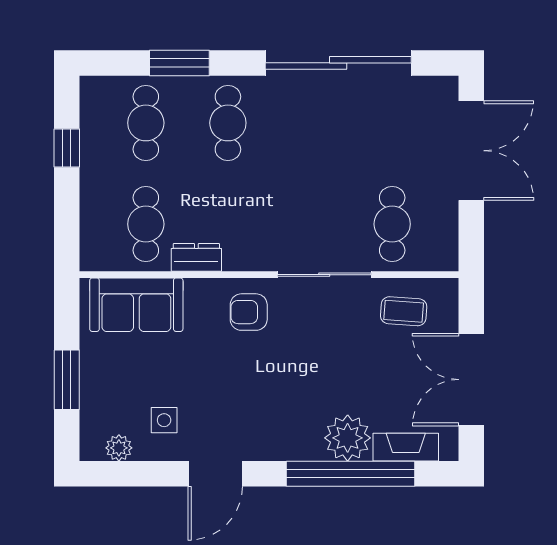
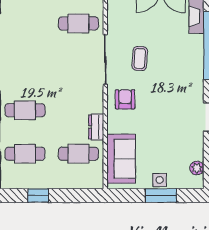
coffee table: (404, 311) -> (140, 58), moved
armchair: (249, 312) -> (125, 99), turned 180
side table: (164, 420) -> (160, 180), moved
plant: (348, 438) -> (192, 47), removed

